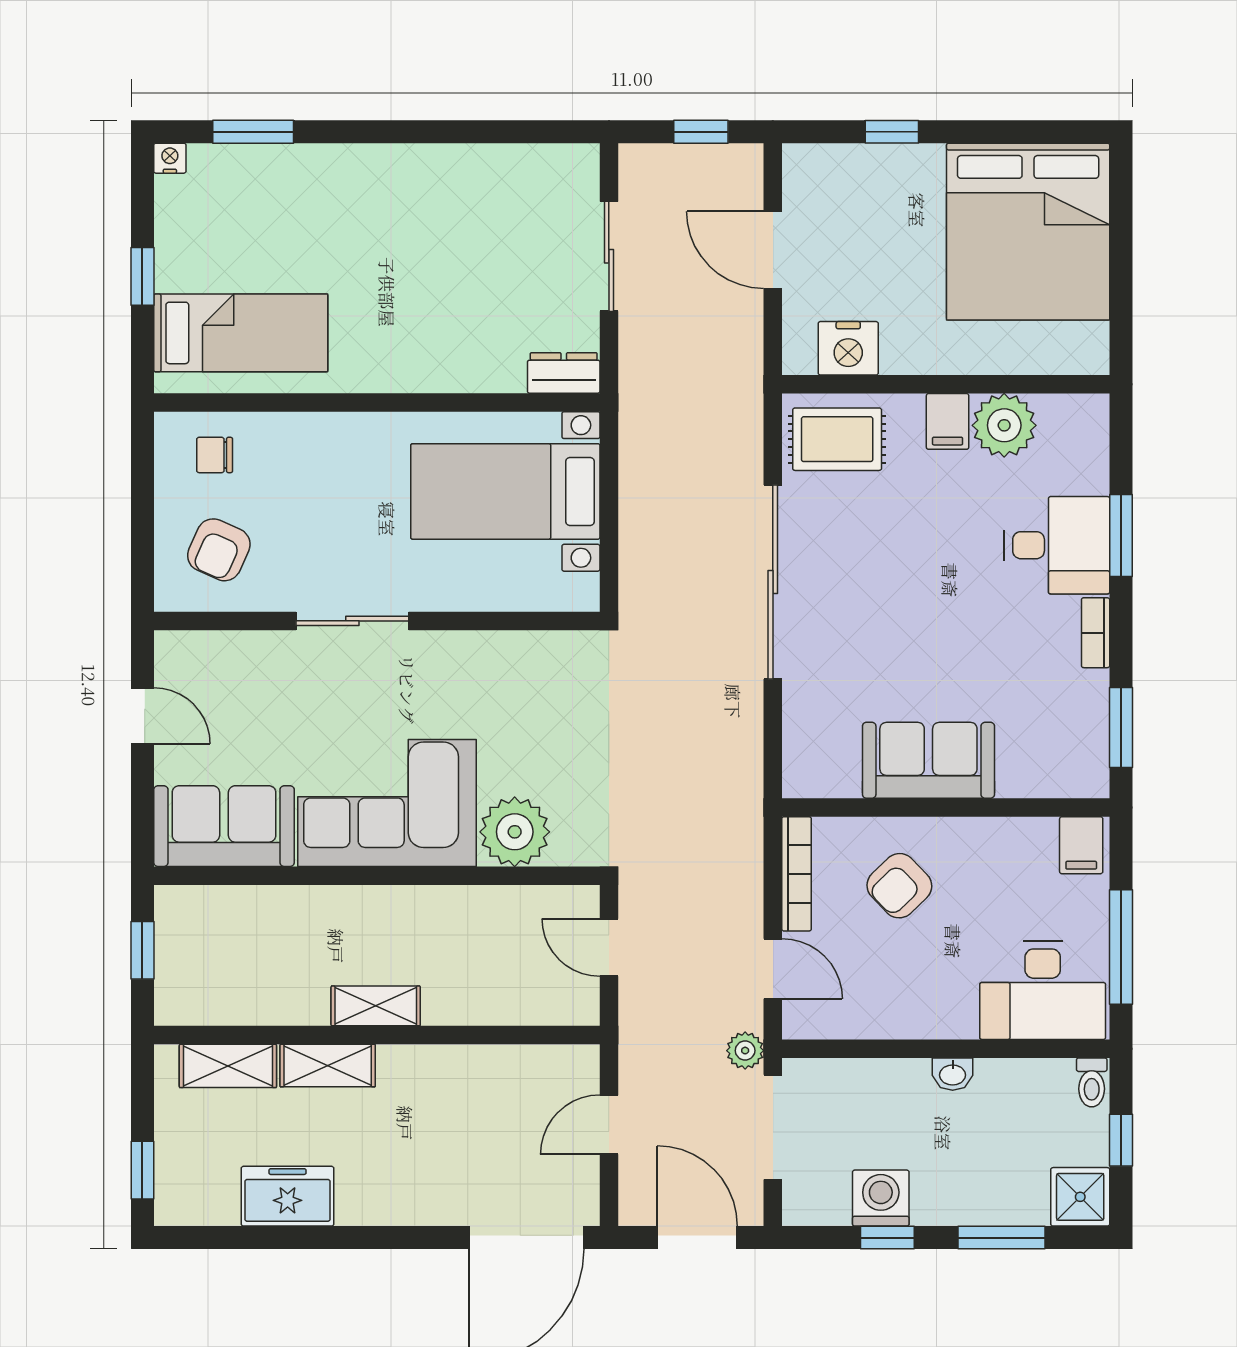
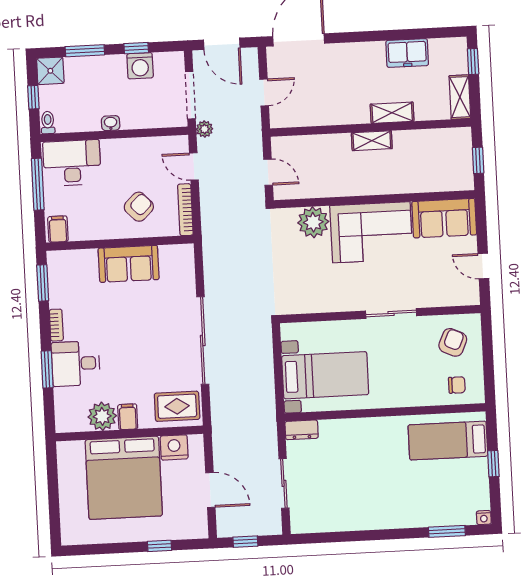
bed: (1028, 232) -> (124, 478), moved, turned 180
shelving: (228, 1066) -> (460, 97), moved, turned 90

